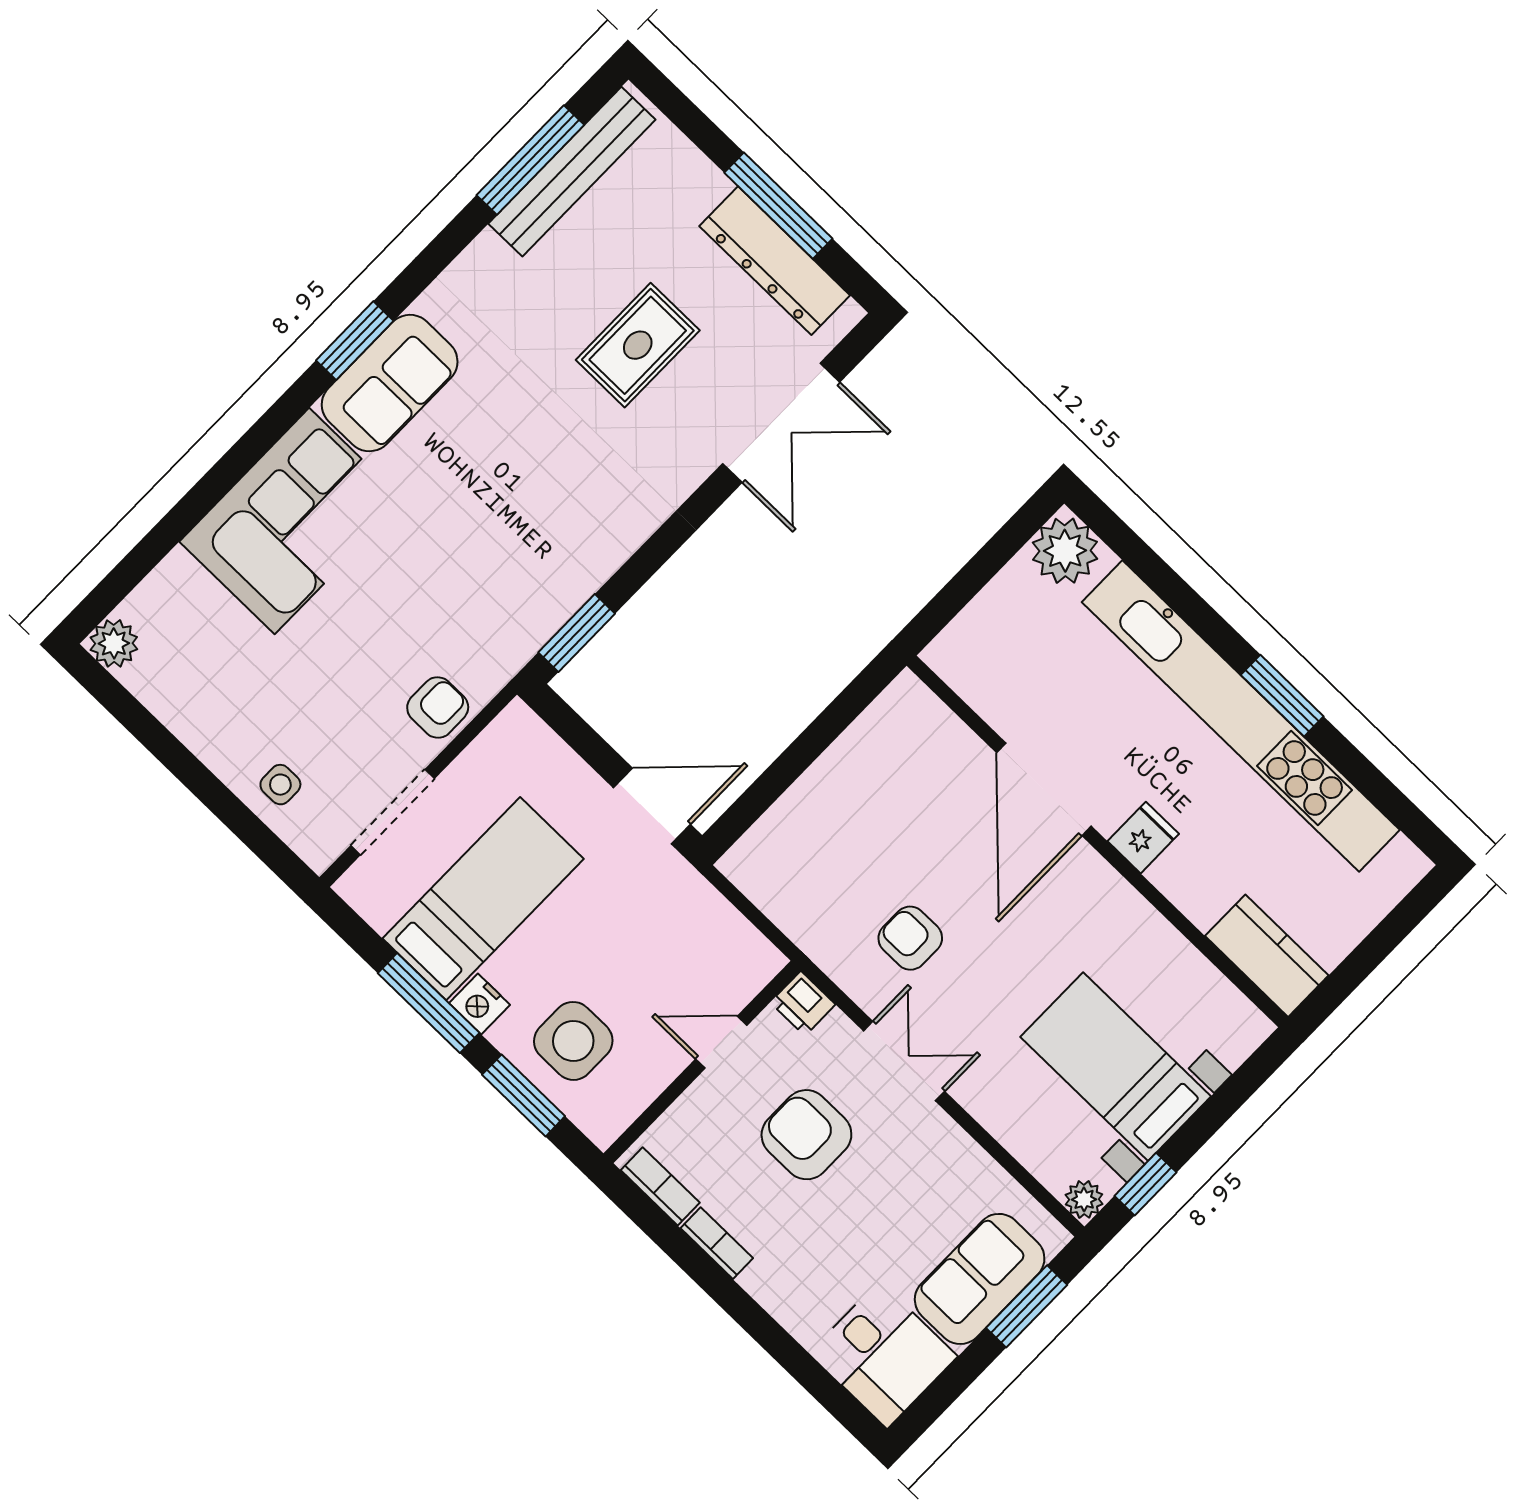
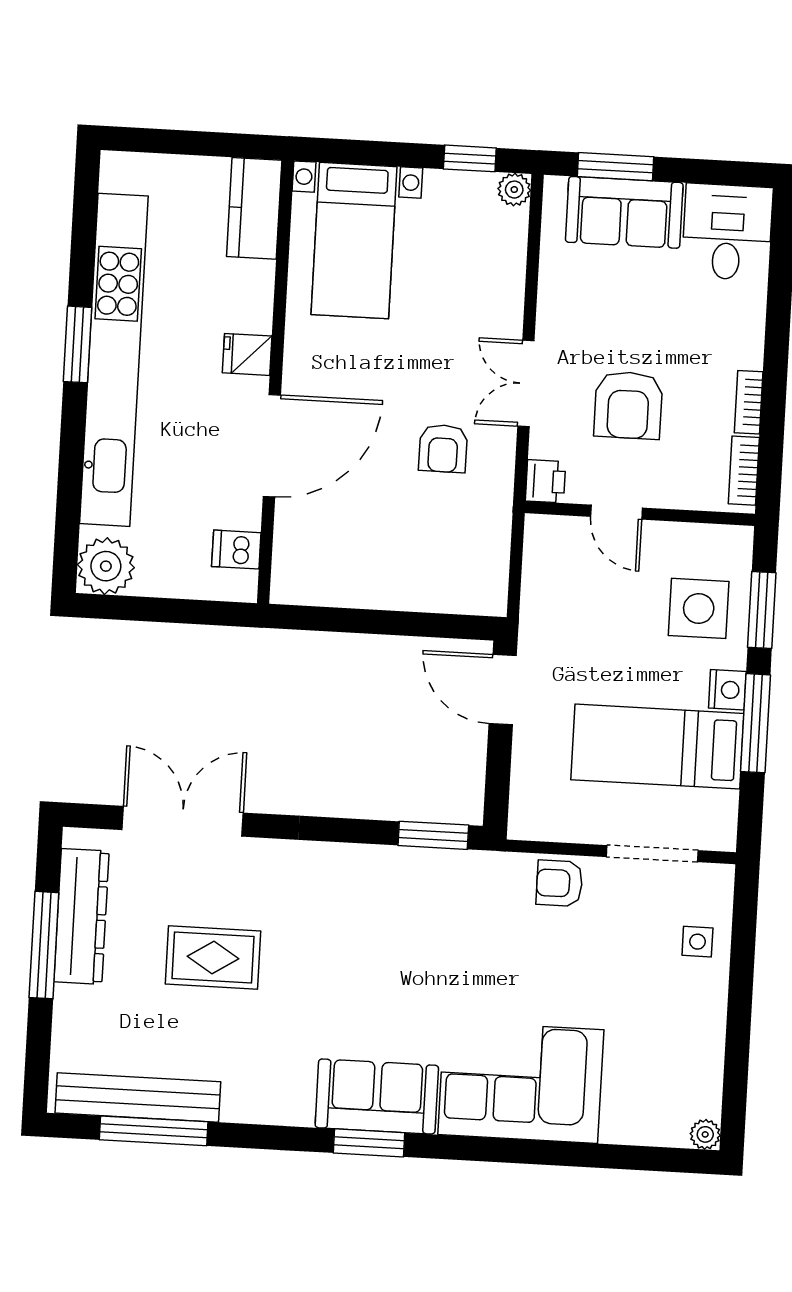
plant: (114, 643) -> (705, 1134), width x0.73, depth x0.73
dishwasher: (980, 678) -> (236, 550), added
bed with nightstands: (1116, 1067) -> (354, 241), moved

